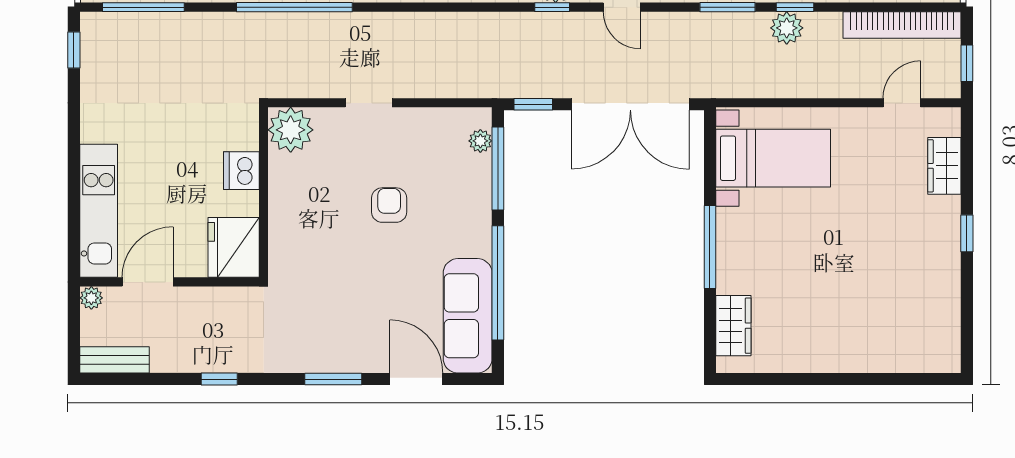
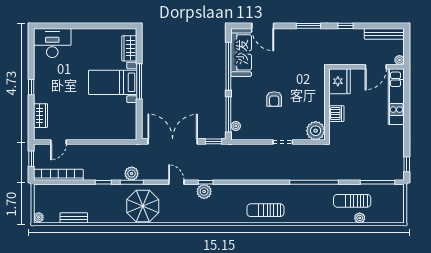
plant: (787, 28) -> (132, 174), moved
bed with nightstands: (773, 158) -> (113, 82), moved
desk: (917, 338) -> (52, 43), added
bench: (114, 360) -> (384, 34), width x1.36
window: (333, 379) -> (308, 26), moved

